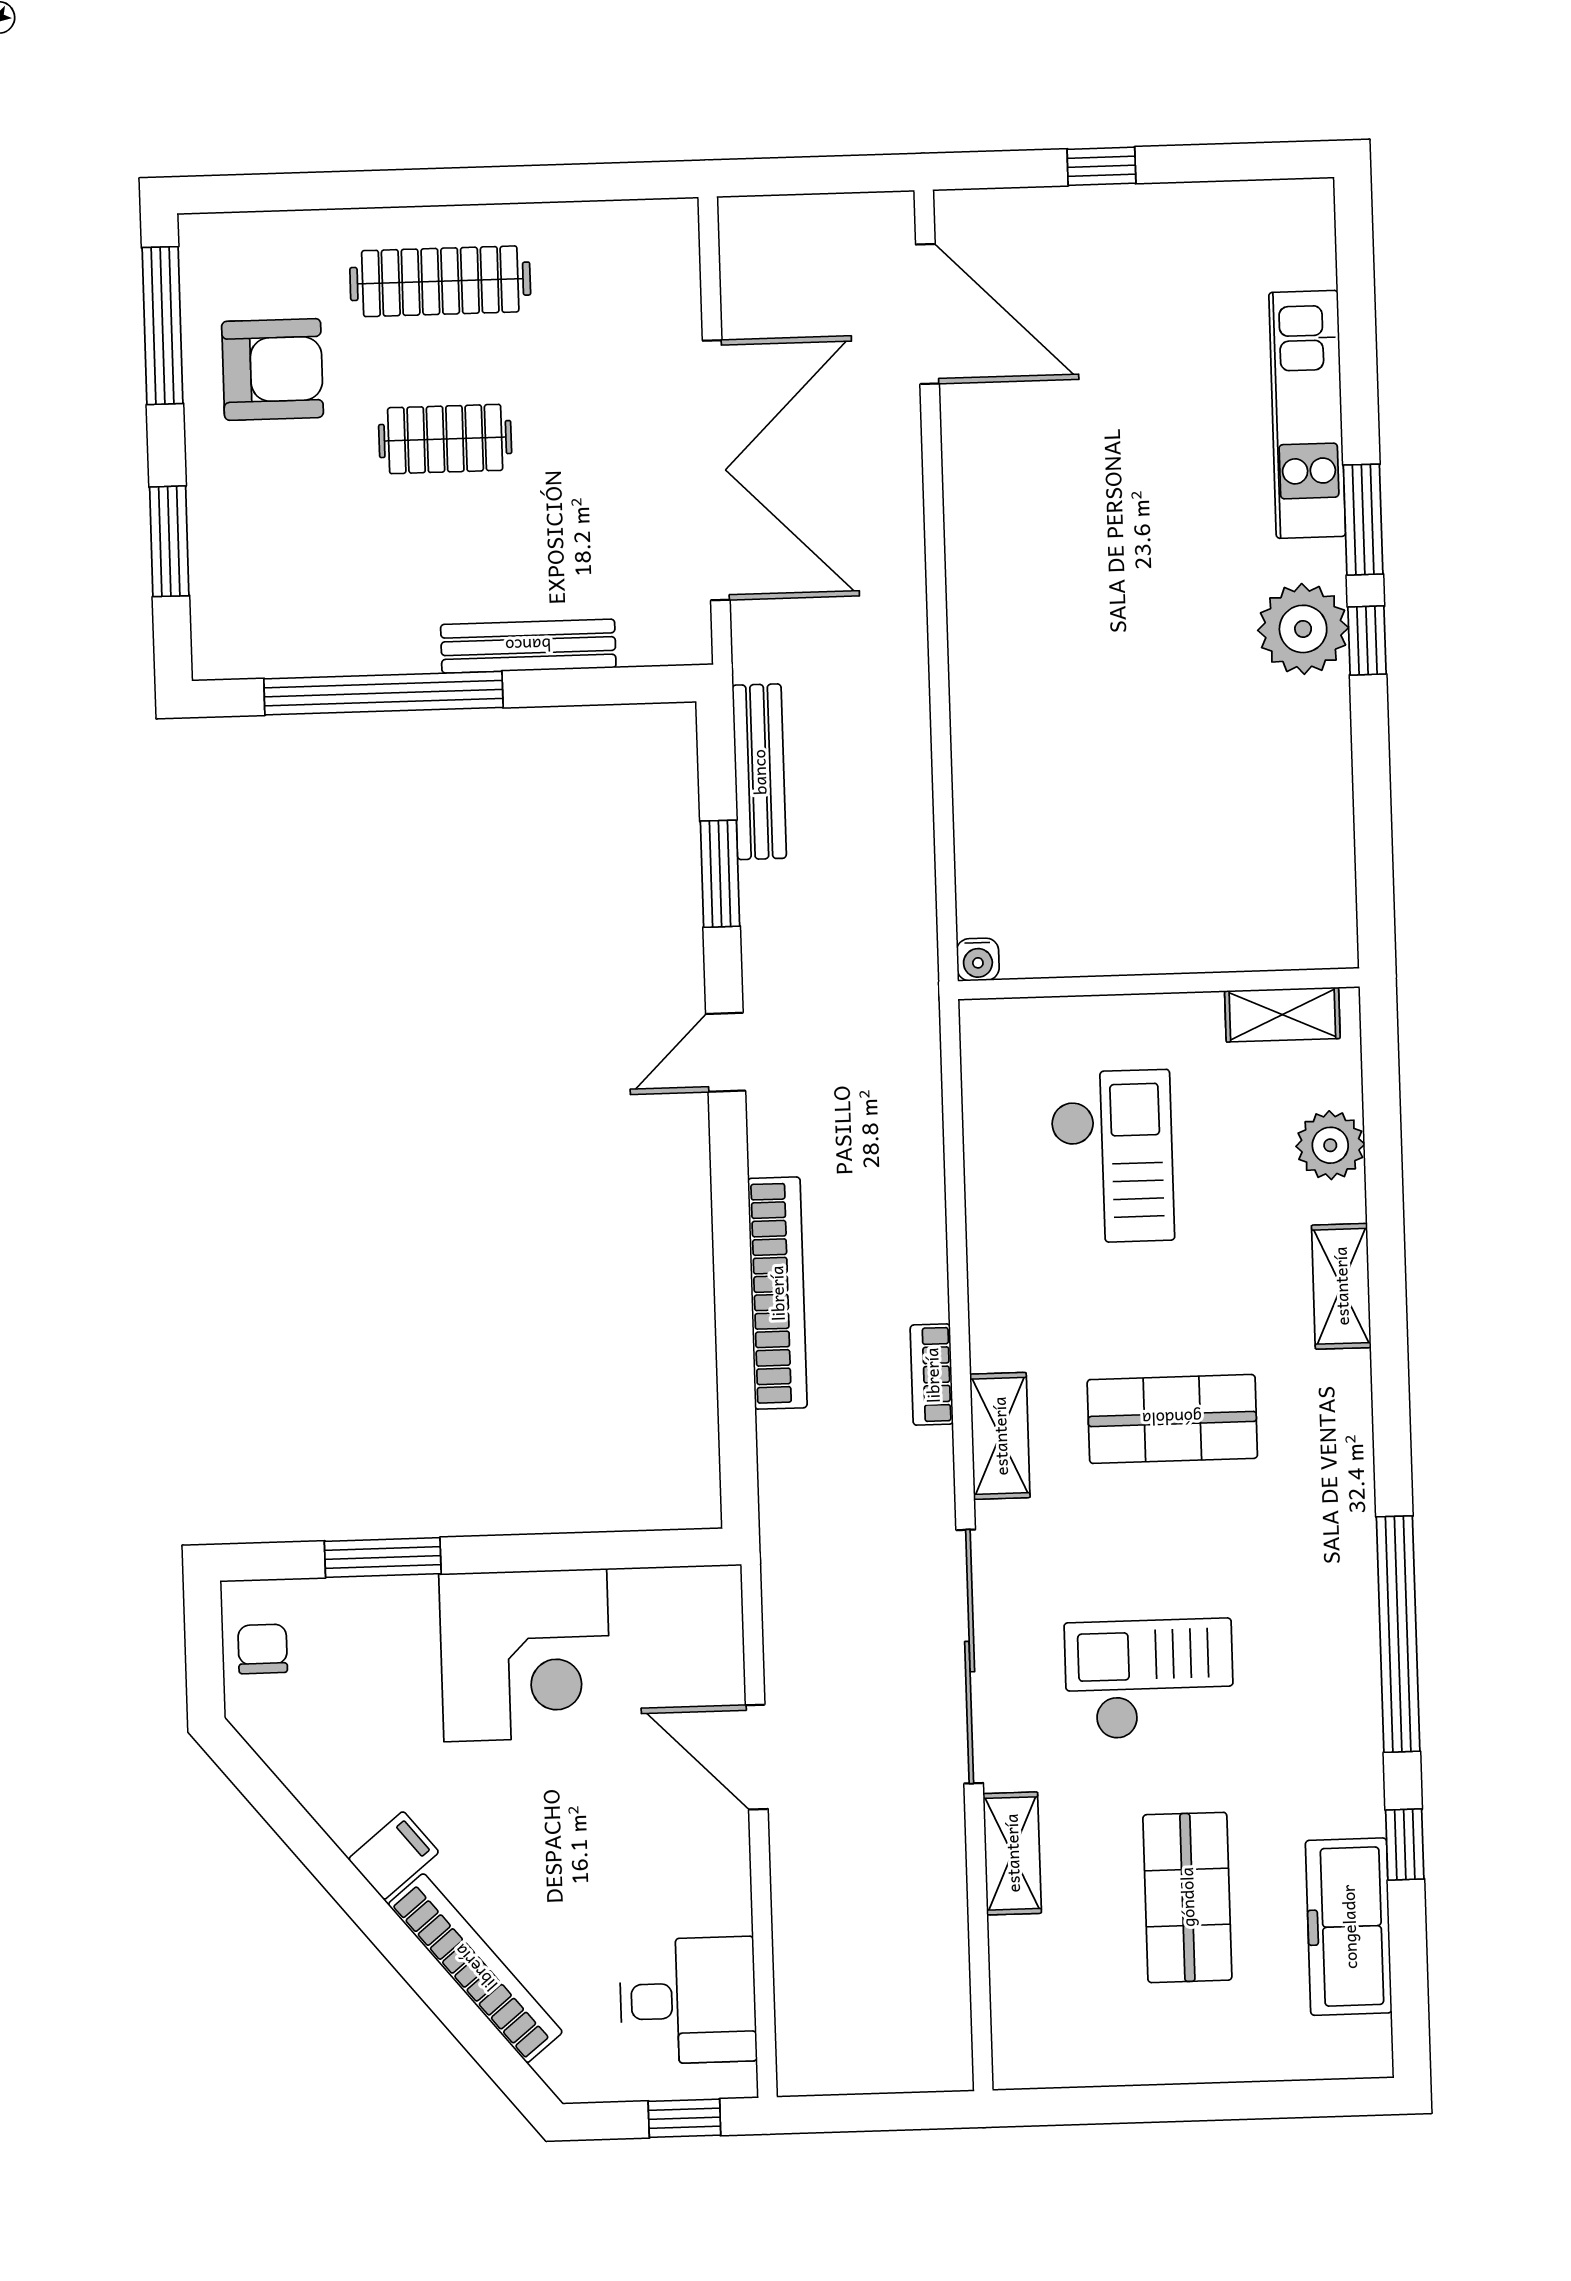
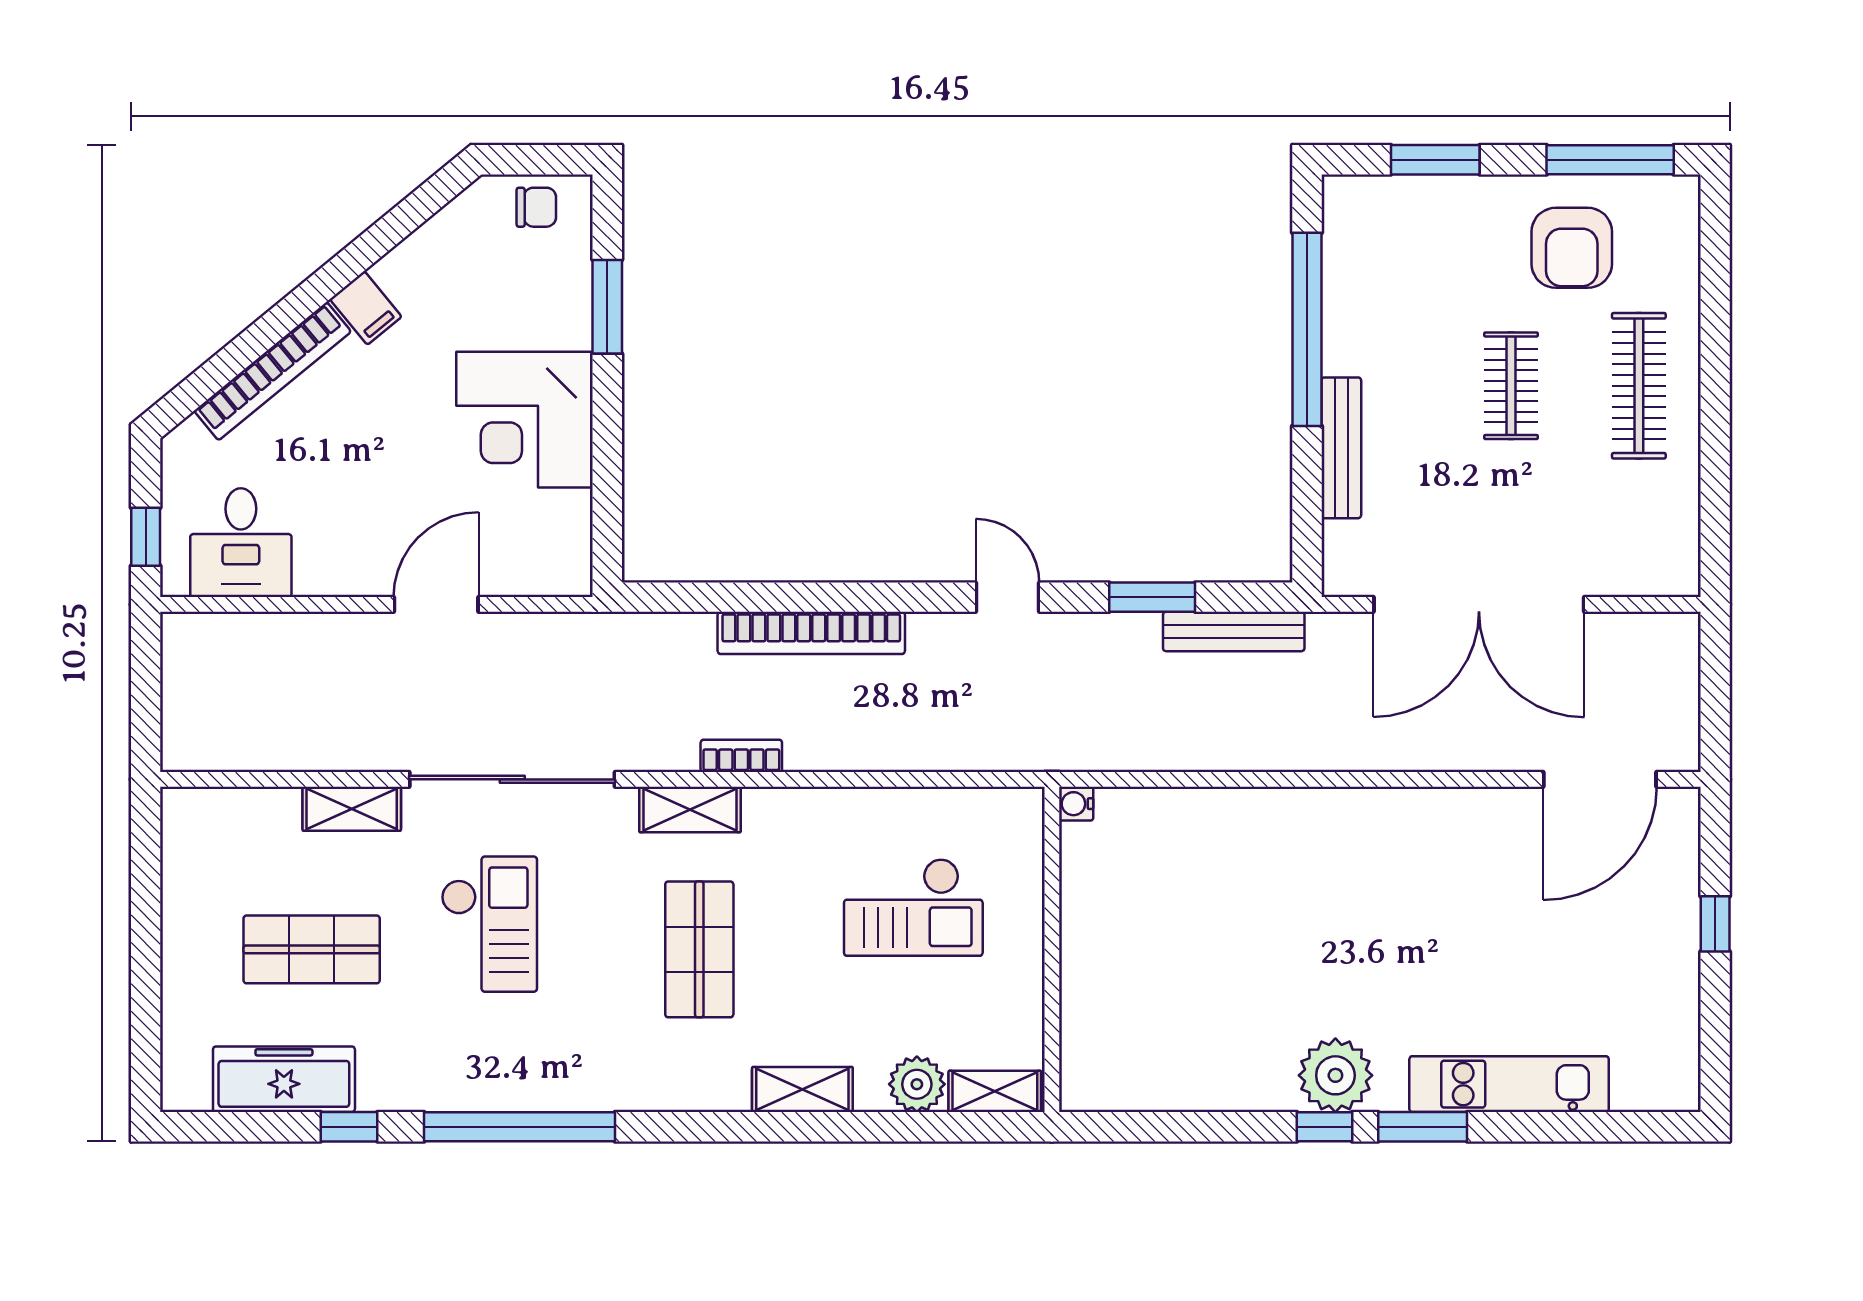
shelving: (1282, 1015) -> (995, 1091), moved, turned 90

